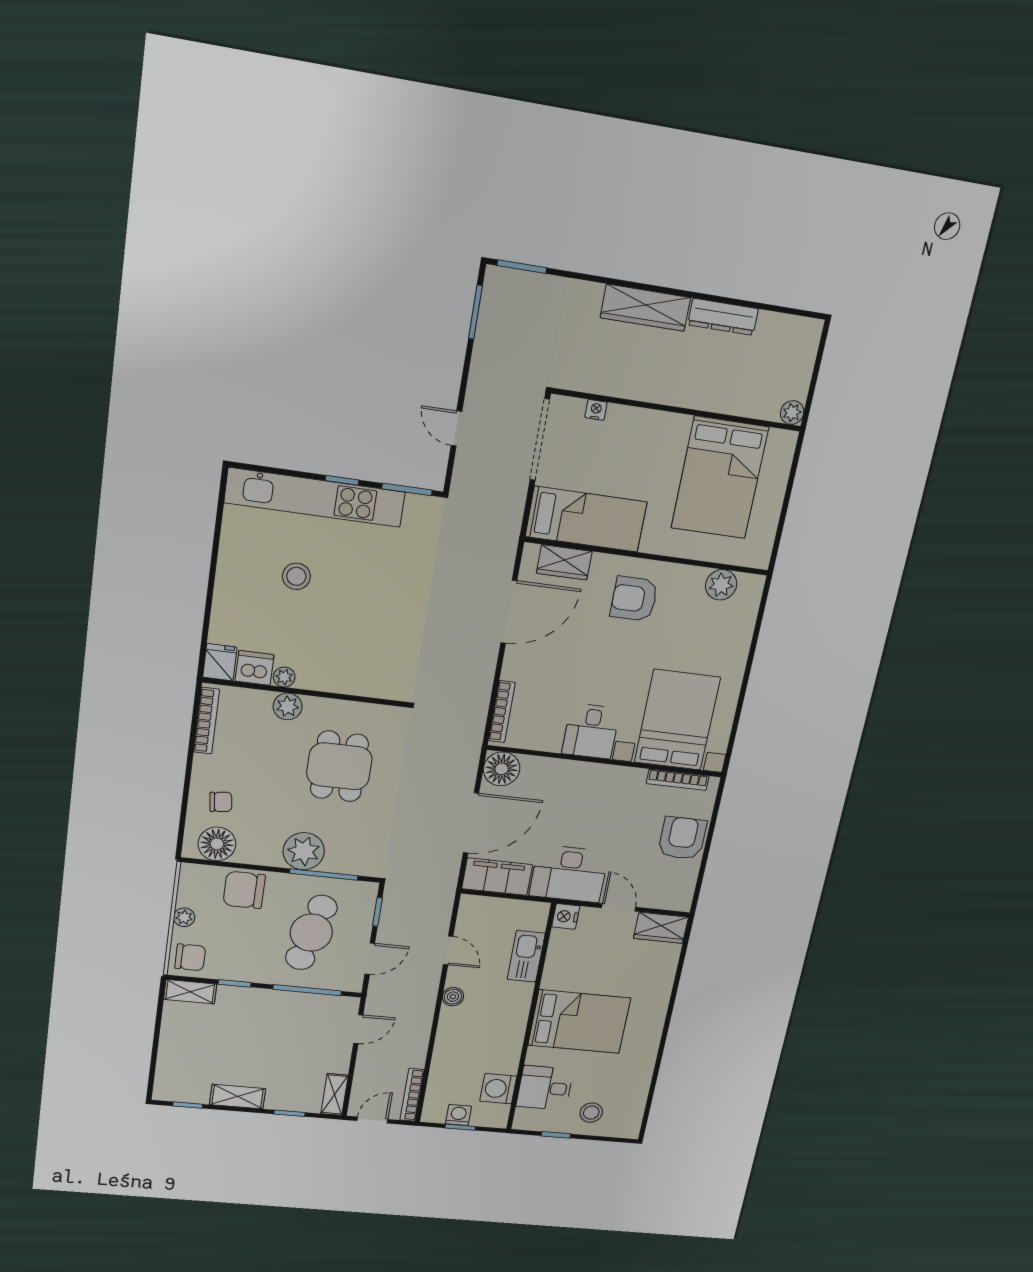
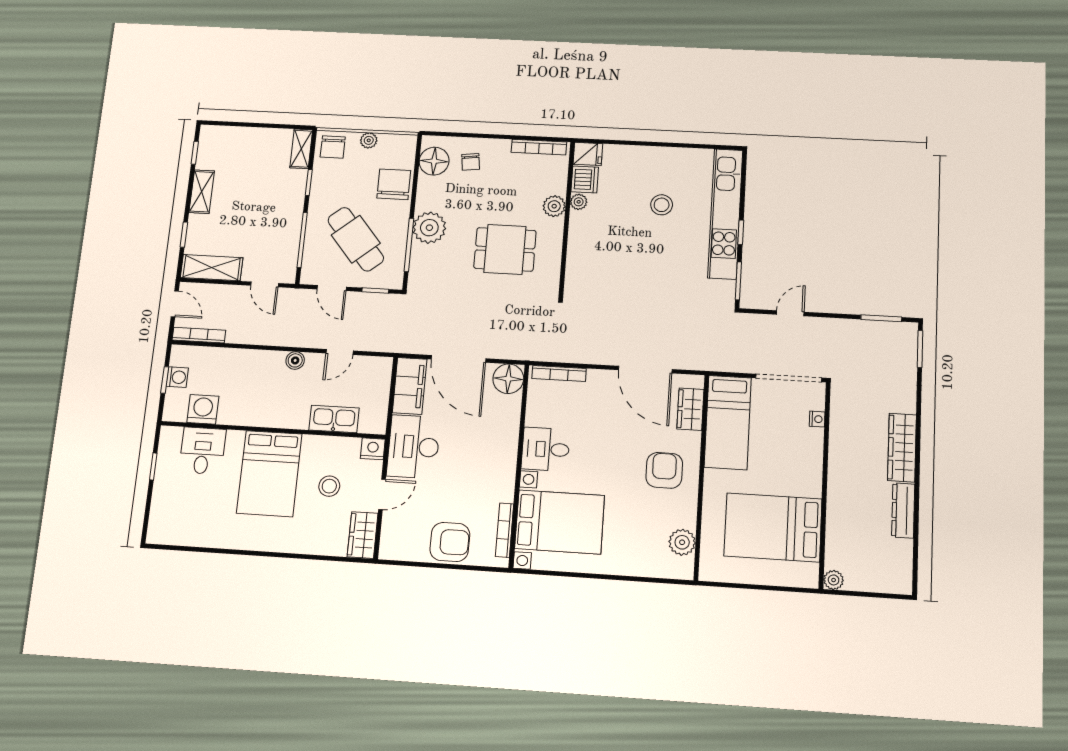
cafe table: (311, 933) -> (356, 239), turned 36
shelving: (335, 1094) -> (212, 268), width x1.50, depth x1.33
stool: (591, 1113) -> (329, 486), moved

